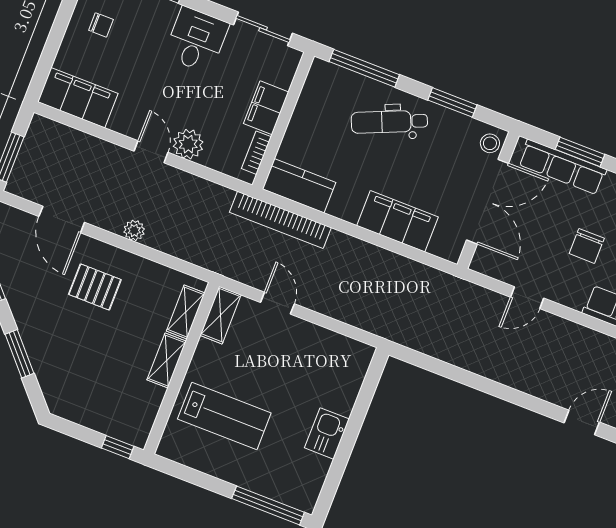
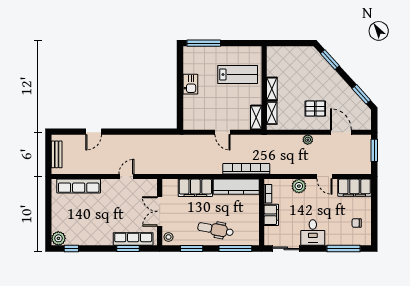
dental chair: (389, 122) -> (216, 229), turned -146
door: (151, 152) -> (324, 177), moved
kitchen counter: (299, 186) -> (236, 187), width x1.50
double door: (488, 202) -> (160, 211), width x0.73
chair: (587, 246) -> (109, 209), removed
door: (277, 303) -> (223, 132), moved
window: (19, 354) -> (330, 60), moved
lab bench: (224, 416) -> (238, 75), turned 180
door: (582, 423) -> (94, 132), moved
window: (118, 447) -> (279, 43), removed

